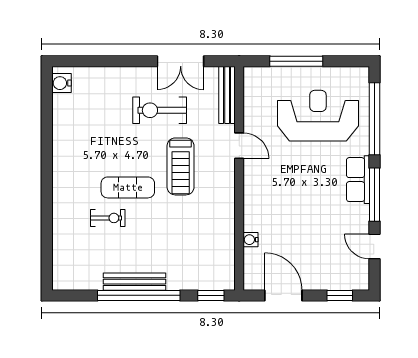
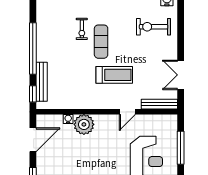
exercise bike: (160, 110) -> (154, 27), moved, turned -90
treadmill: (181, 166) -> (114, 75), turned 180
plant: (259, 215) -> (84, 124), added
bench: (134, 282) -> (42, 82), moved

